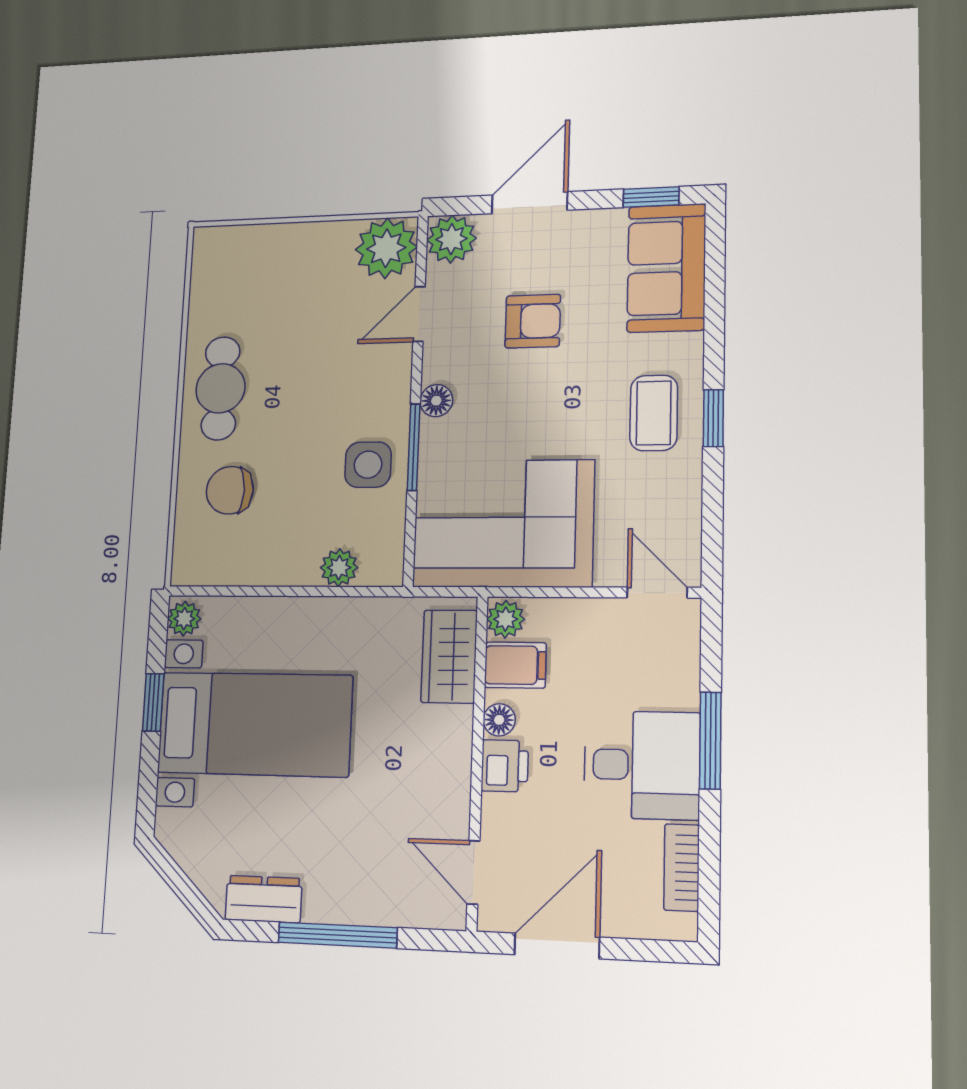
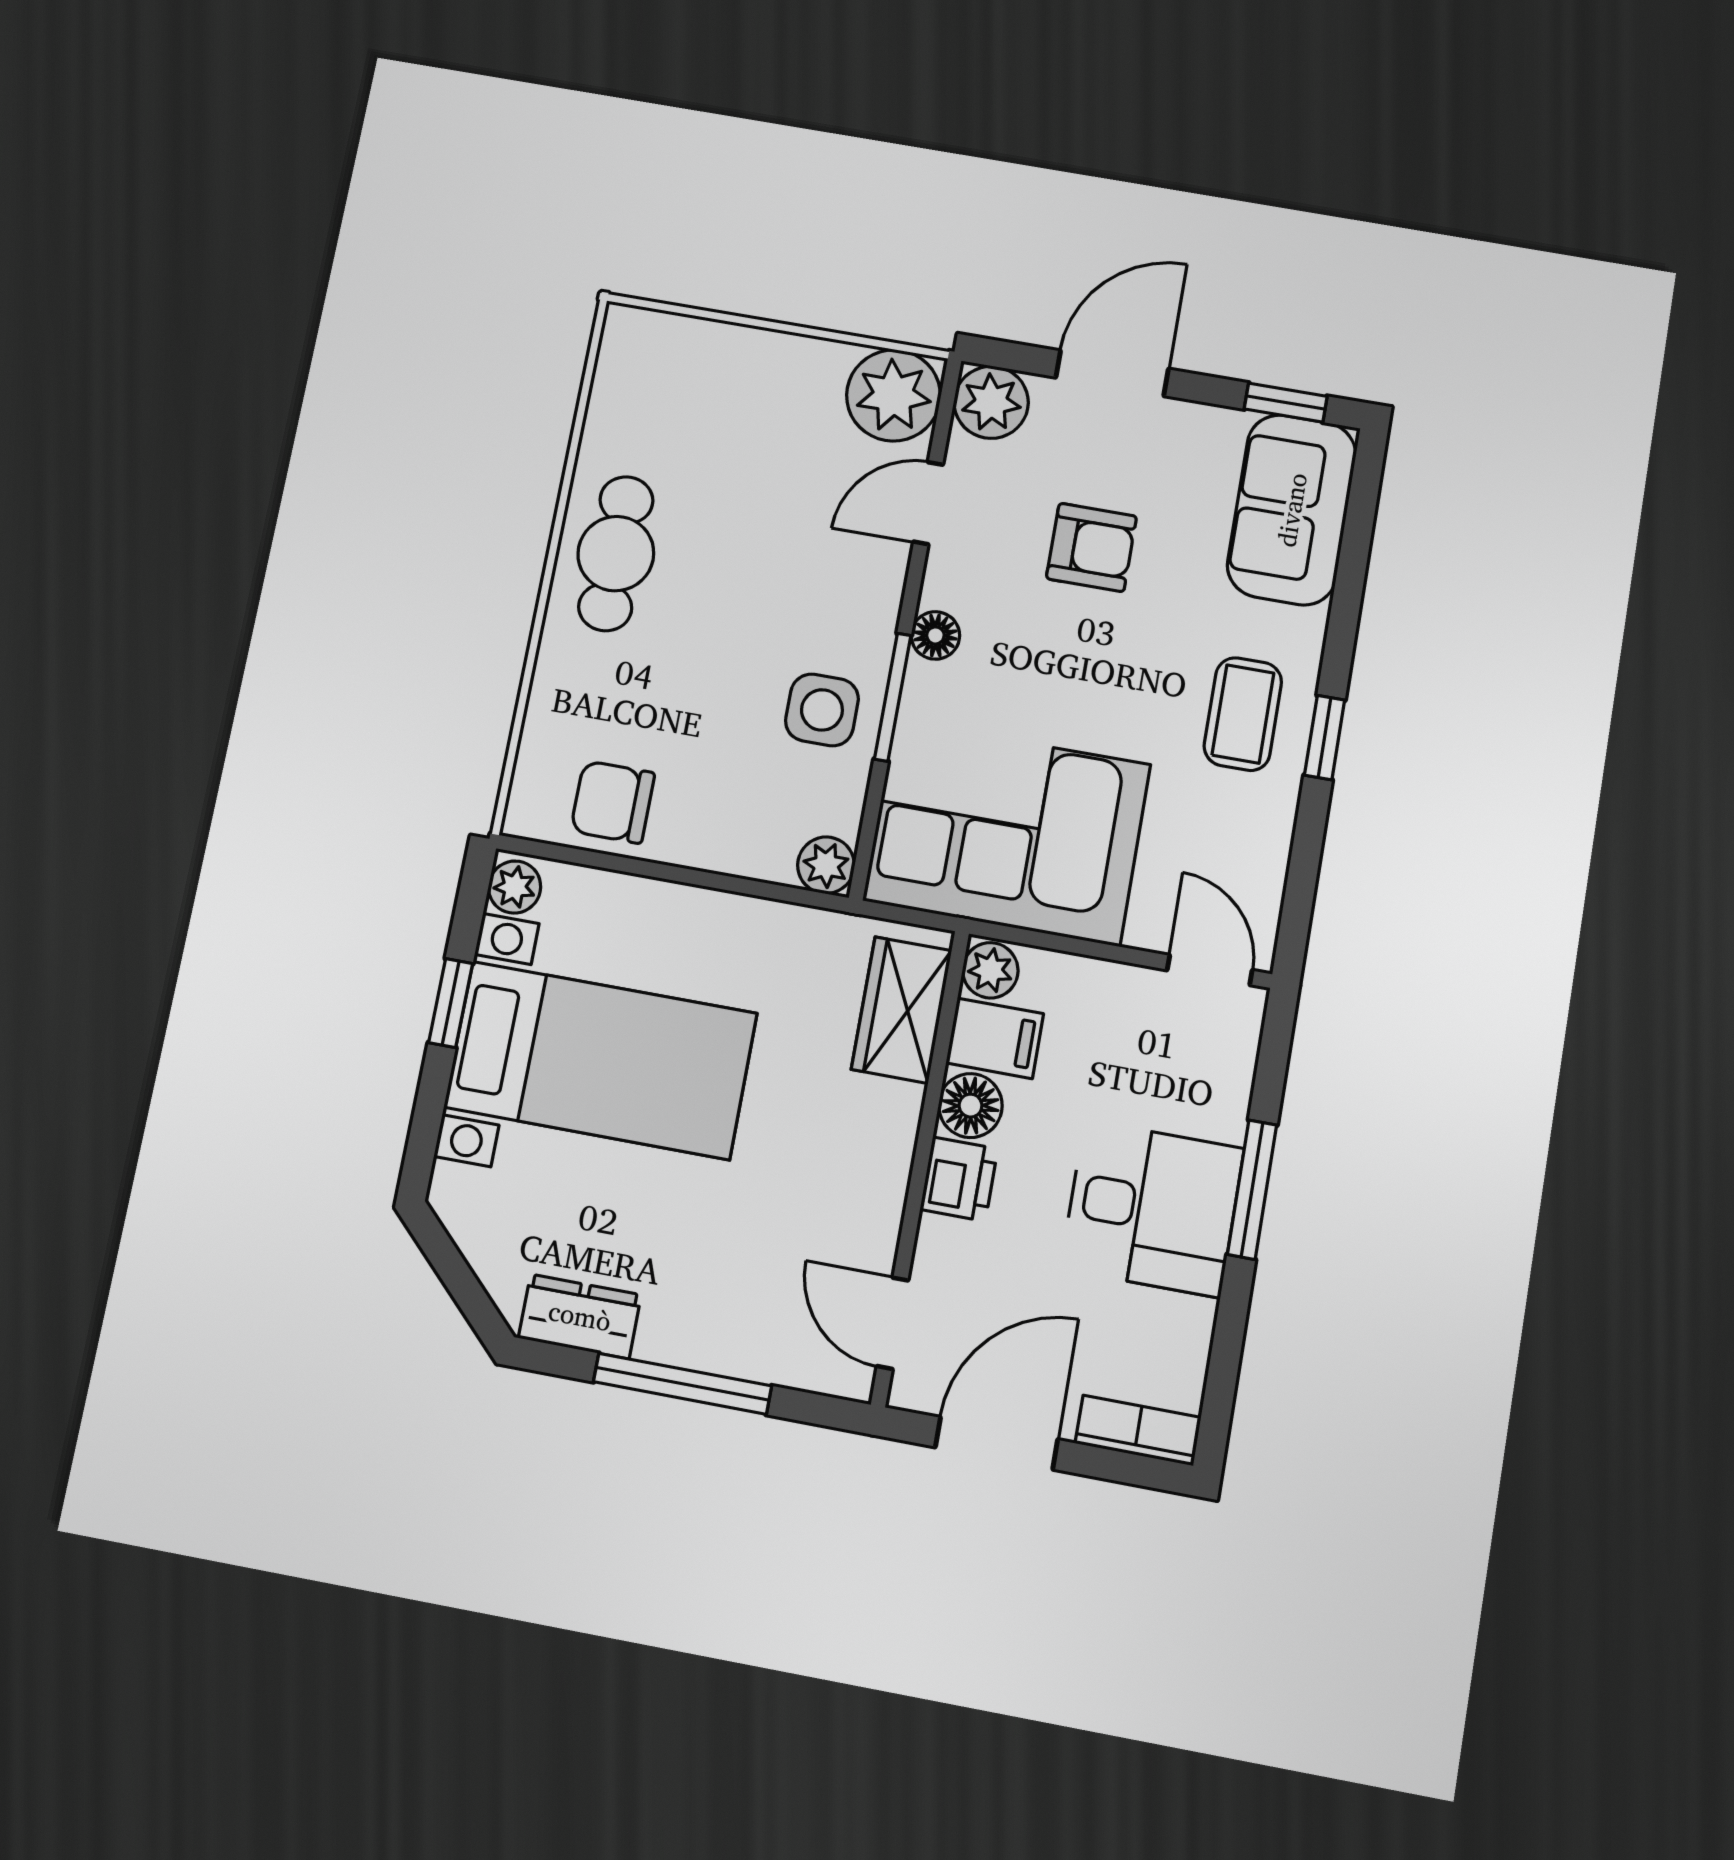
chair: (230, 490) -> (613, 802), moved
plant: (339, 568) -> (826, 865), moved
floor lamp: (499, 720) -> (970, 1106), width x1.37, depth x1.37
bookcase: (682, 867) -> (1138, 1430), moved, turned 90

